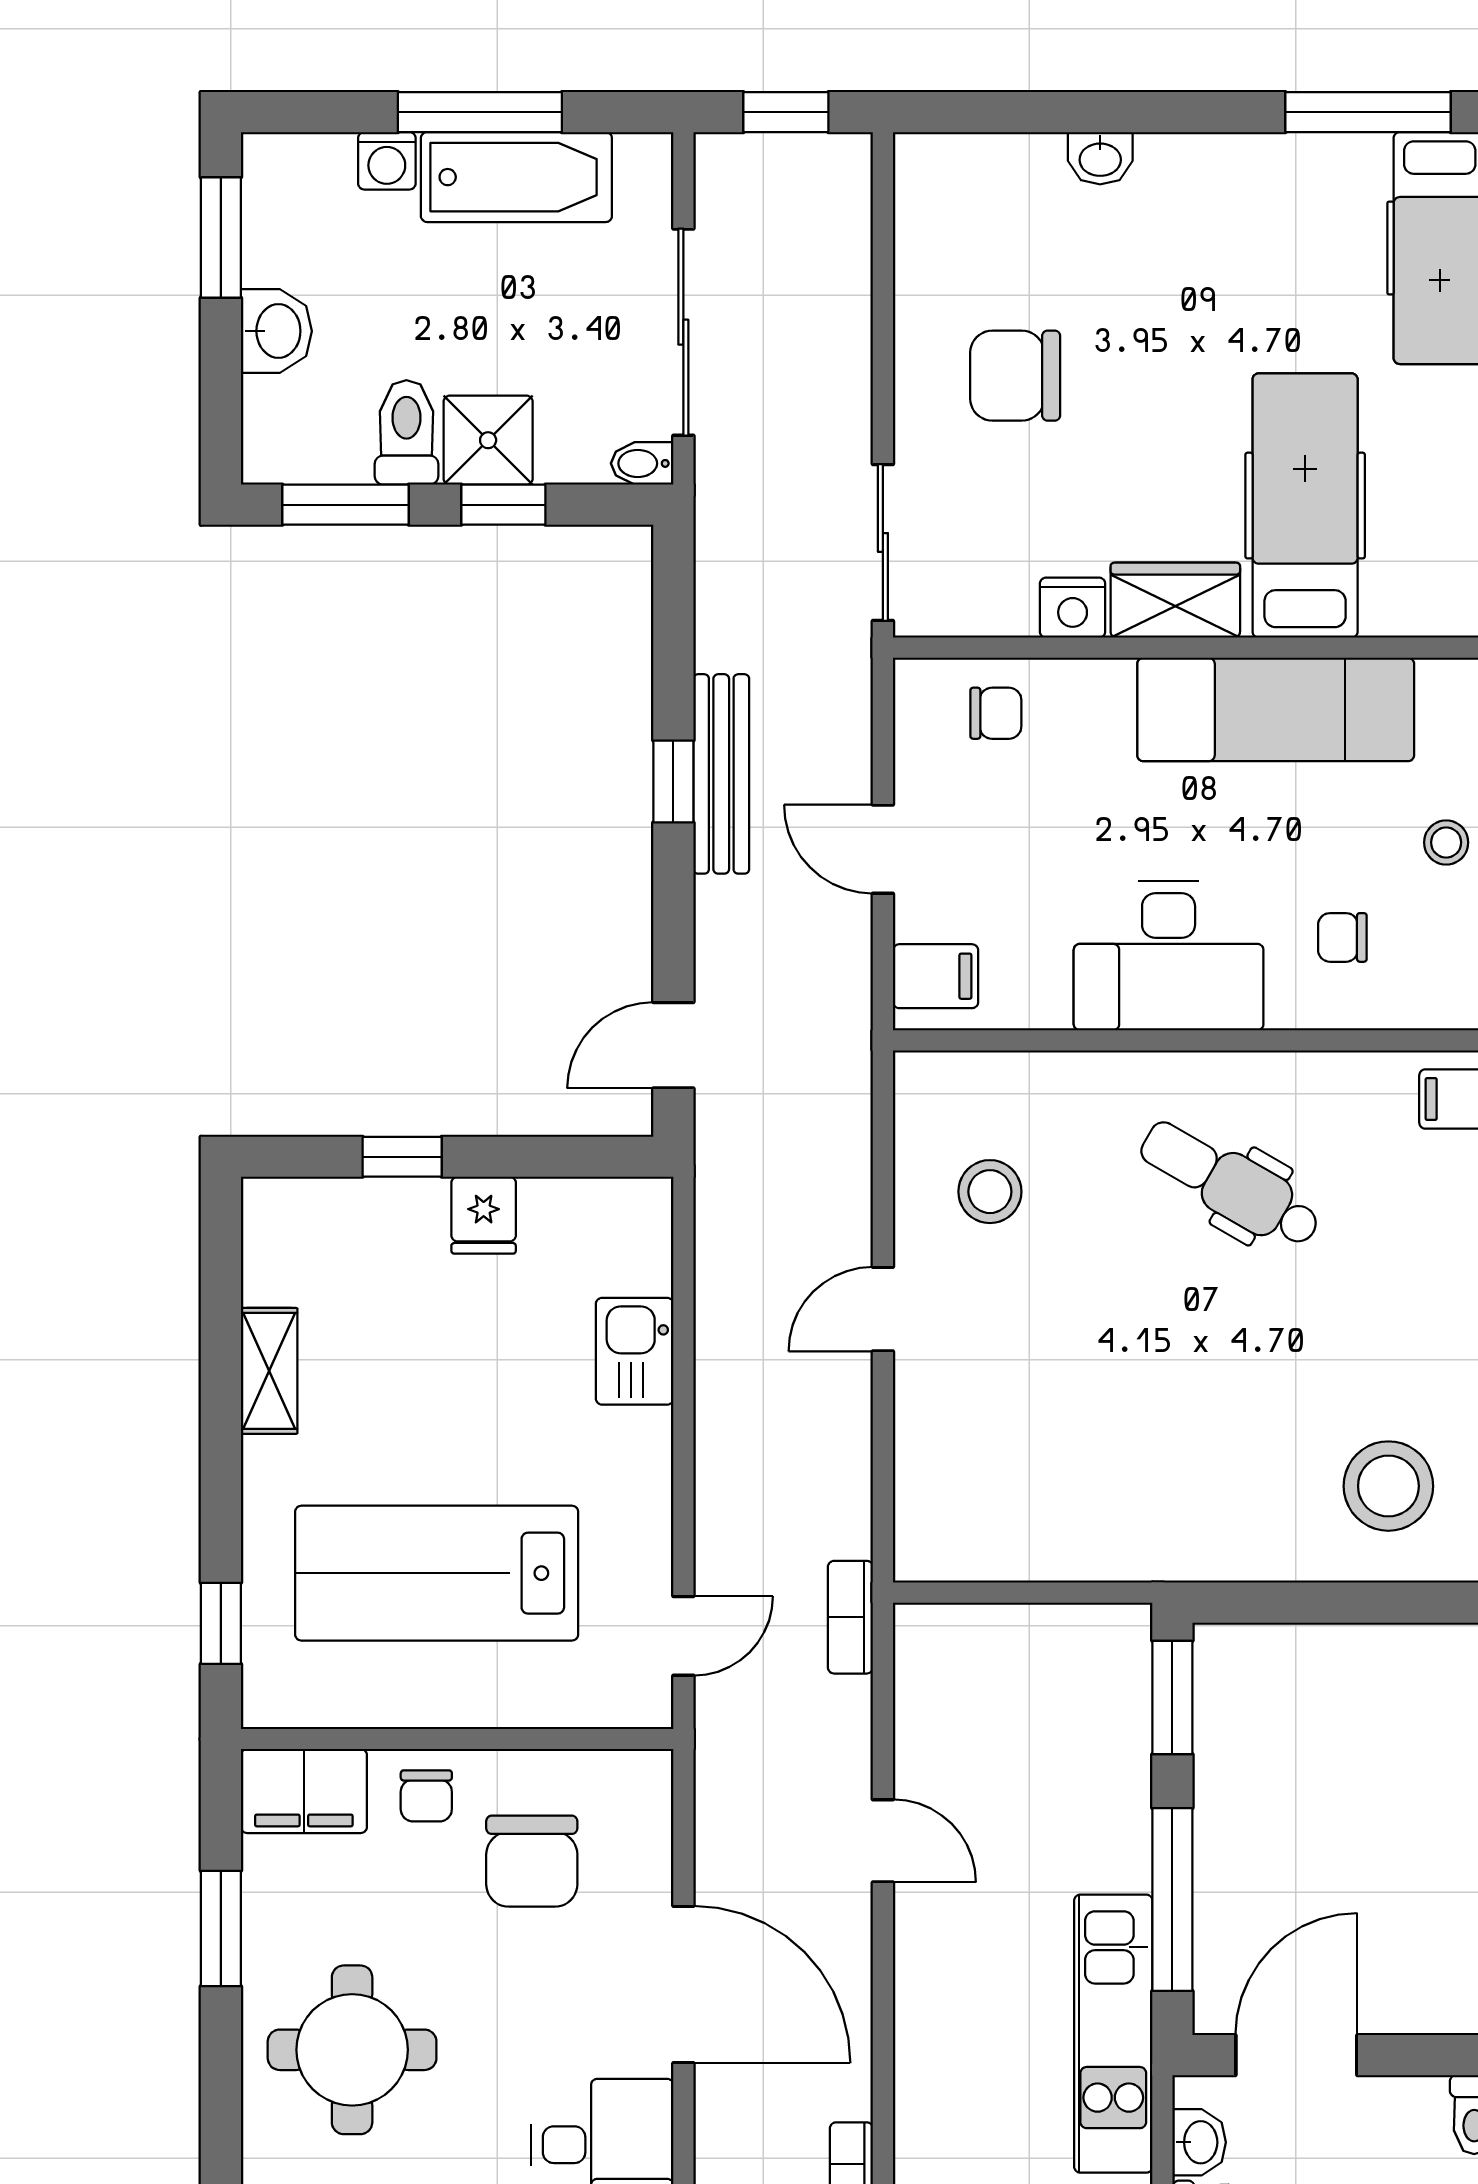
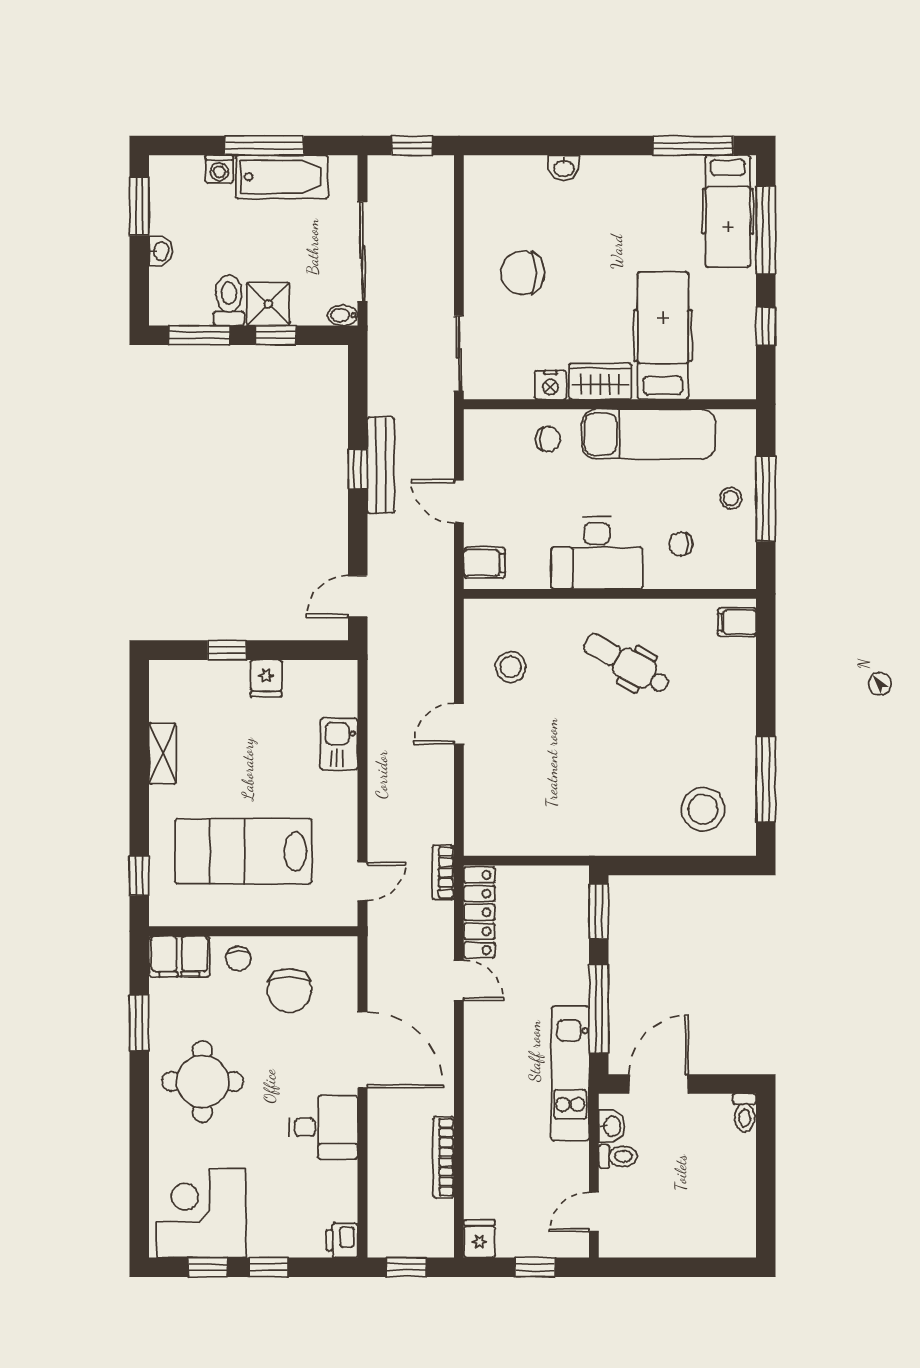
washbasin: (276, 331) -> (161, 251), width x0.72, depth x0.69
chair: (996, 713) -> (548, 439), moved
locker: (925, 1700) -> (479, 912), added

